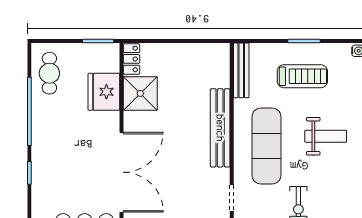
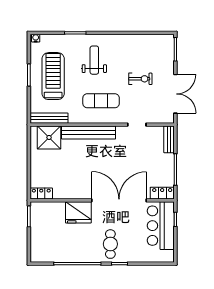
cafe table: (49, 73) -> (110, 244), moved, turned 90
treadmill: (302, 76) -> (53, 76), width x1.37, depth x1.38
fridge: (104, 92) -> (78, 212), moved
shower: (140, 93) -> (49, 137), moved
exercise mat: (266, 146) -> (101, 101), width x0.73, depth x0.69

